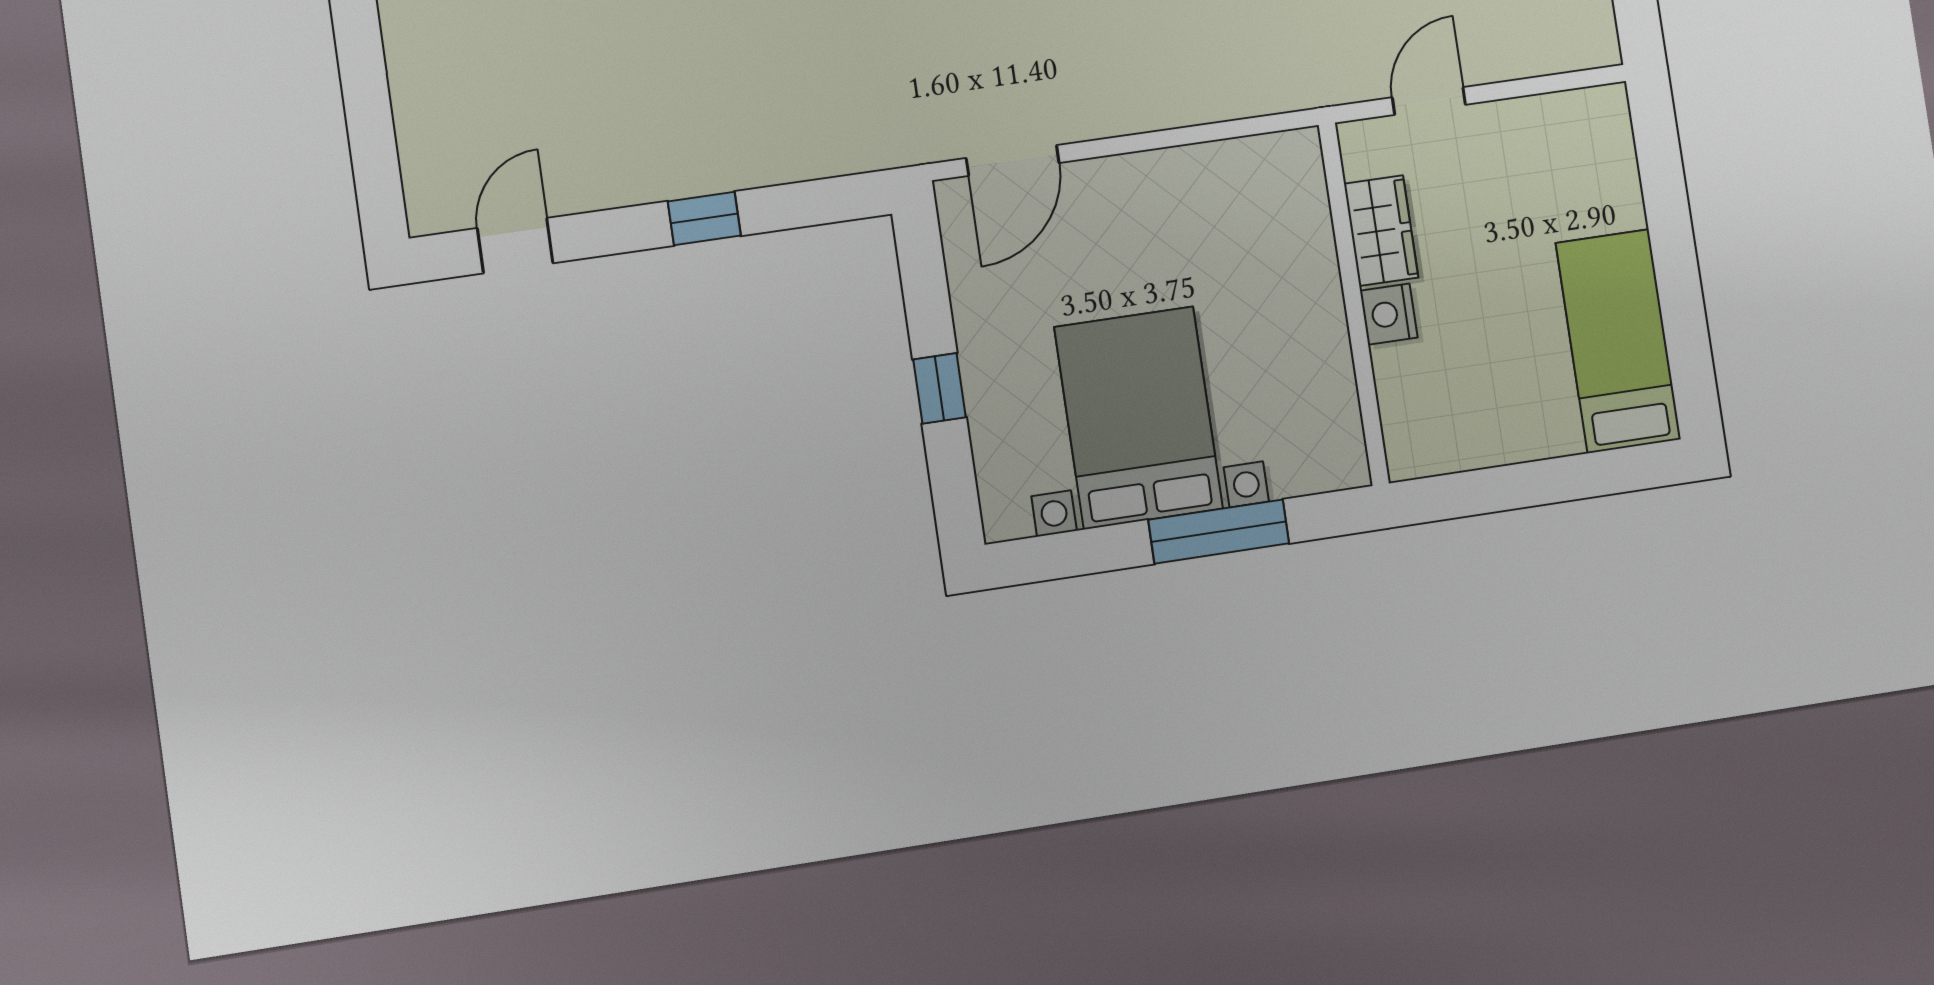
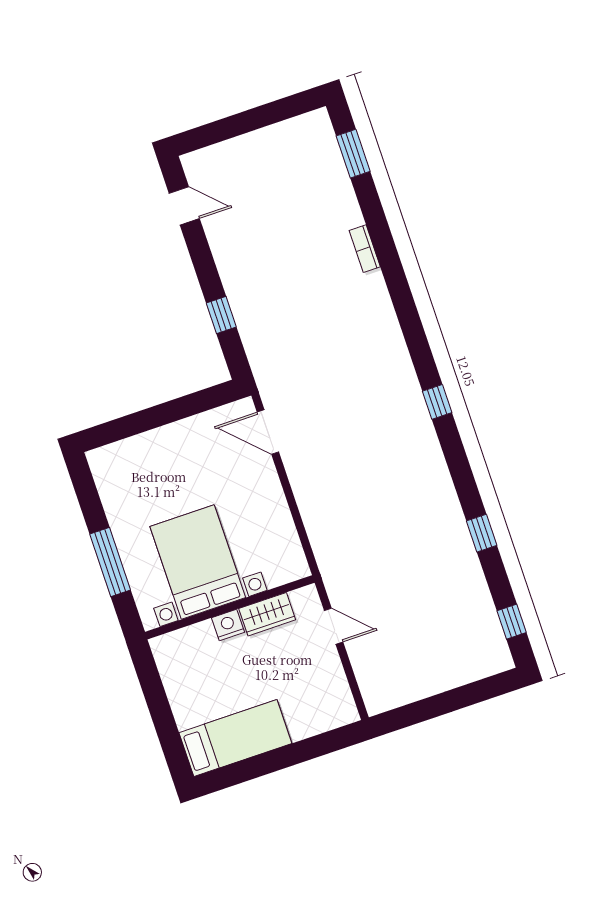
window: (704, 219) -> (221, 315), moved
window: (940, 388) -> (154, 417), removed
bed with nightstands: (1138, 418) -> (198, 562), moved, turned -90

